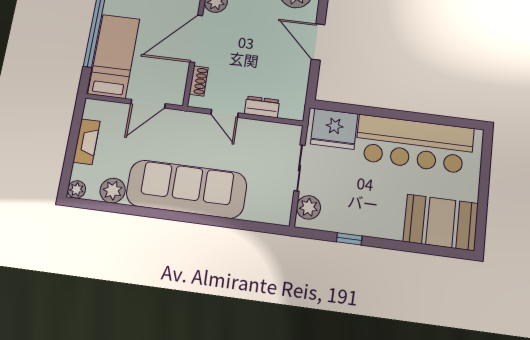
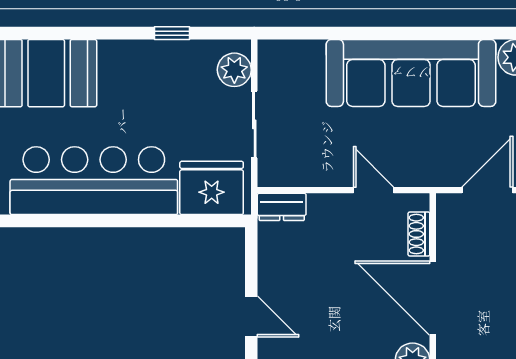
door: (196, 39) -> (433, 298), swing flipped
door: (318, 42) -> (251, 317), width x0.73
dresser: (262, 107) -> (282, 207), moved

